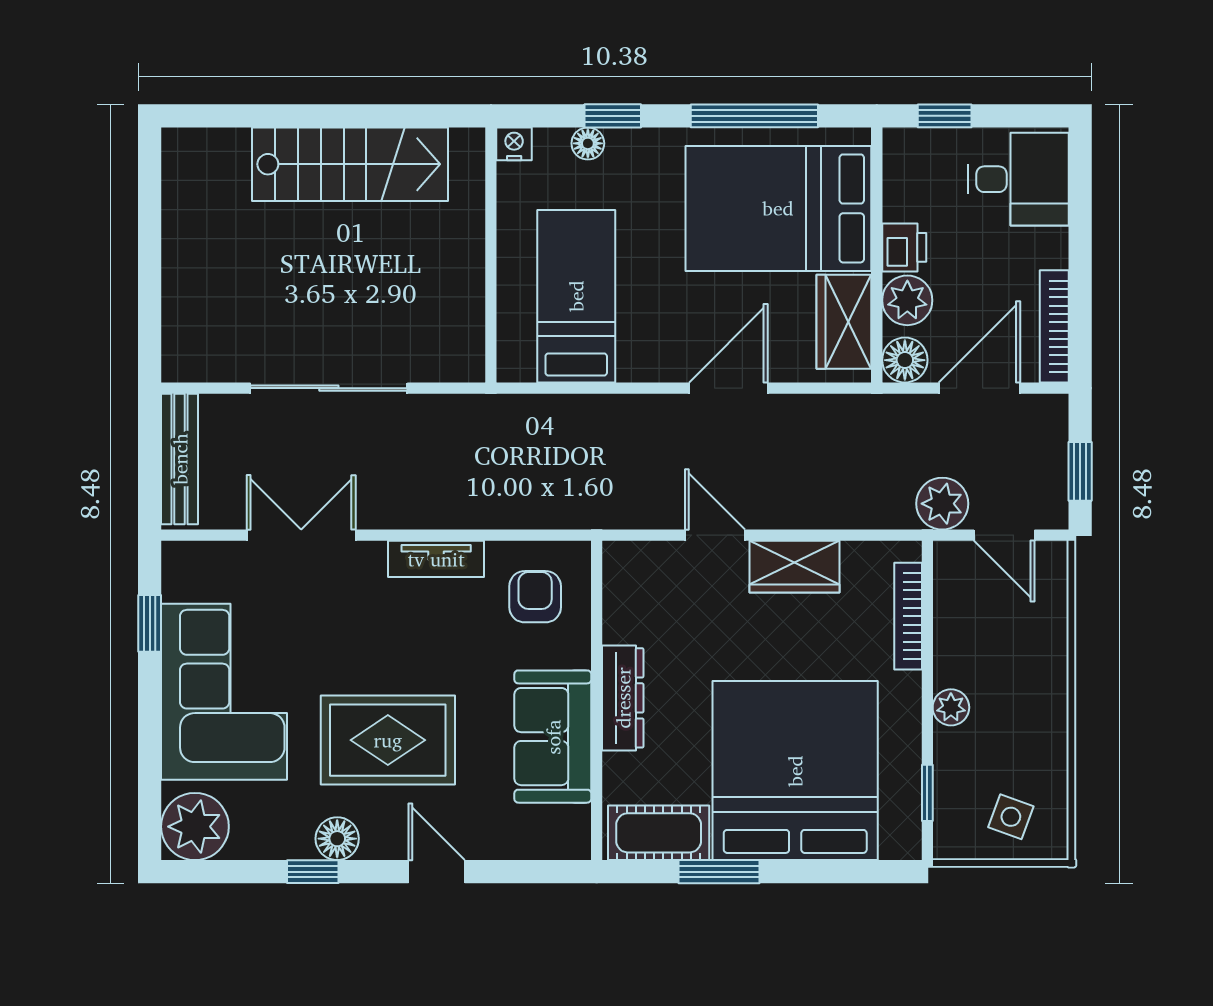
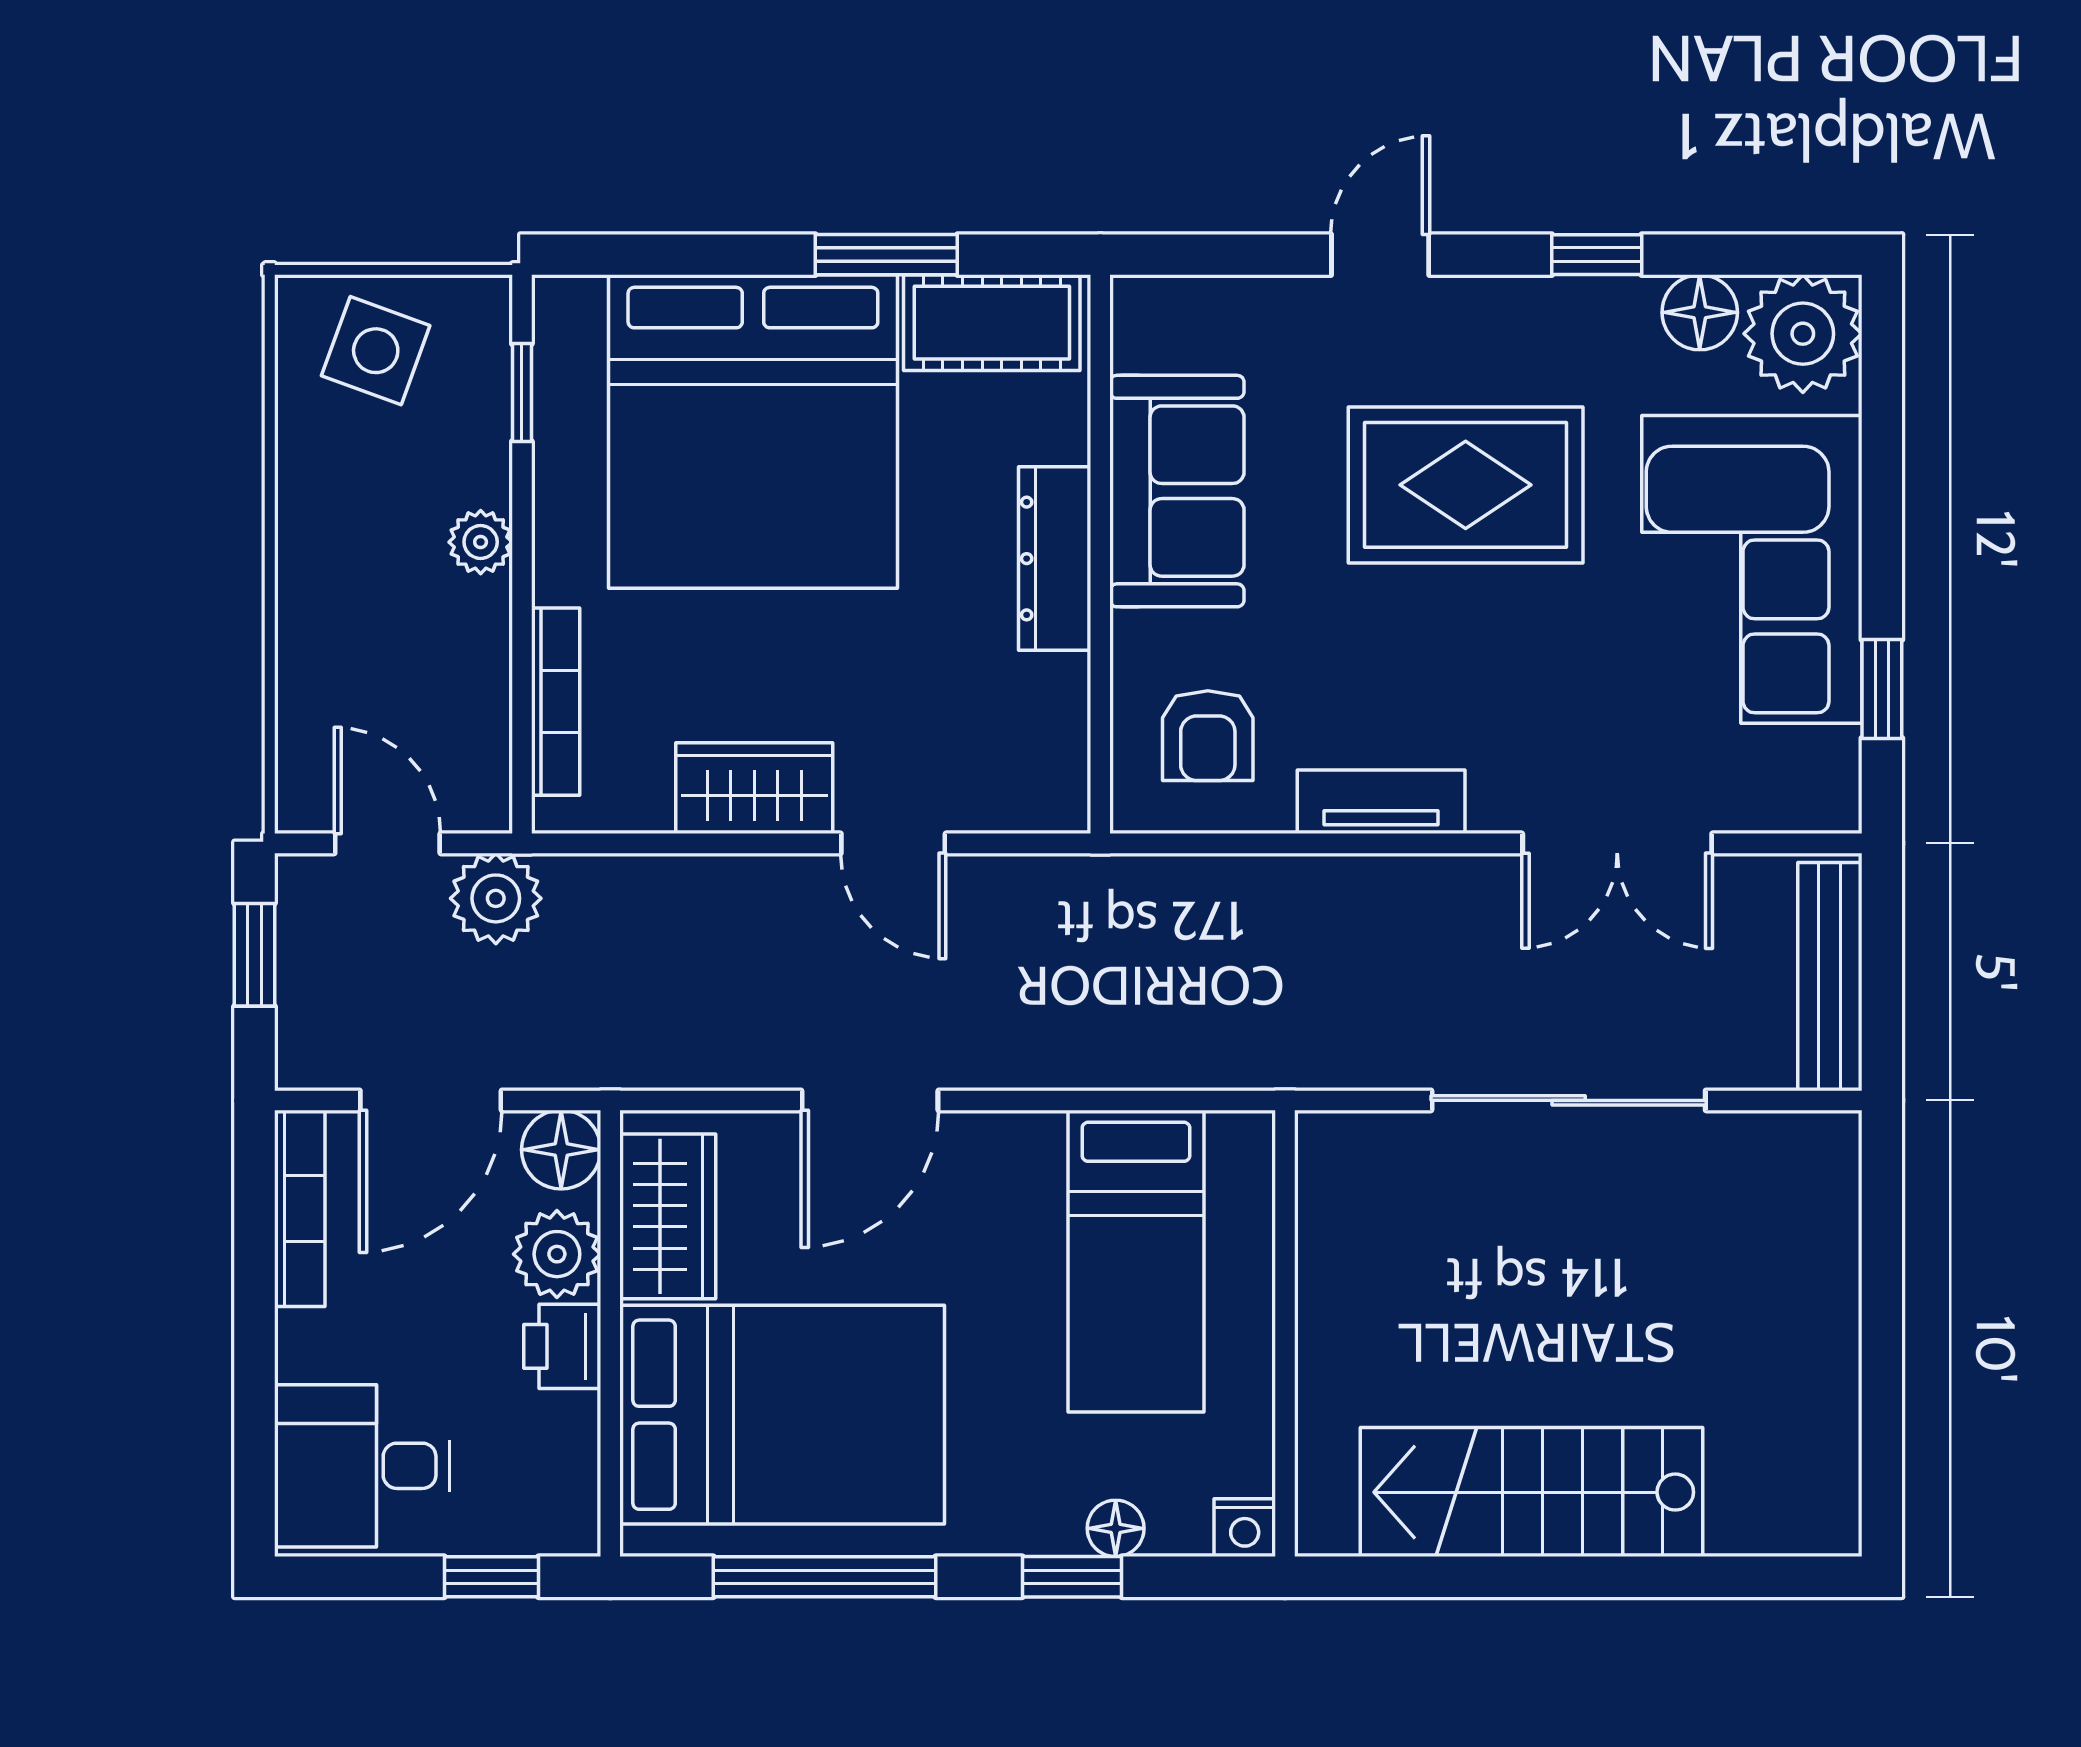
side table: (1011, 817) -> (376, 351), width x1.37, depth x1.37
floor lamp: (337, 839) -> (1700, 312), moved
door: (437, 872) -> (1380, 255), swing flipped

